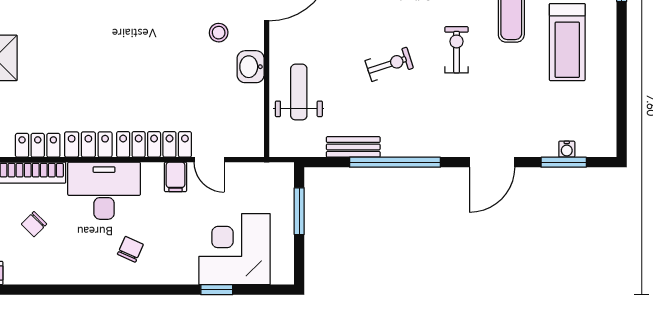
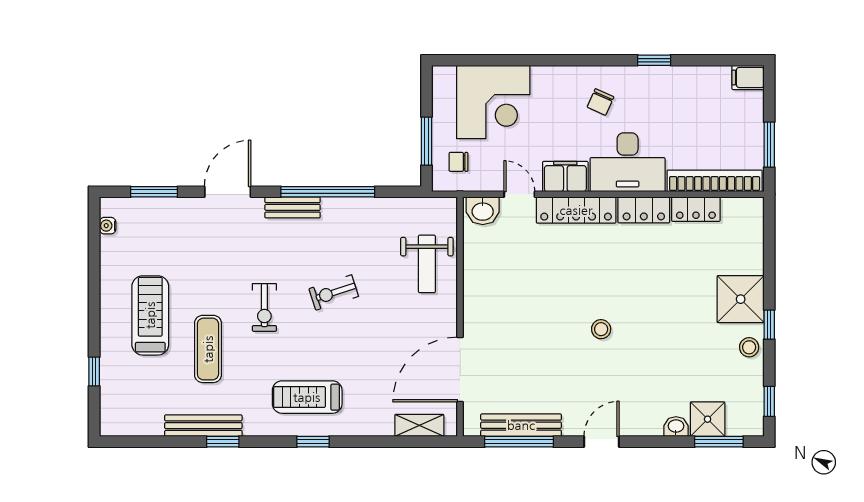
stool: (219, 33) -> (601, 329), moved
washbasin: (251, 67) -> (483, 211), moved, turned 90
bench: (353, 147) -> (293, 207), moved
water cooler: (567, 149) -> (108, 226), moved, turned -90
filing cabinet: (175, 177) -> (565, 177), width x2.00
chair: (34, 224) -> (458, 162), moved, turned -135
window: (217, 290) -> (654, 60), moved

